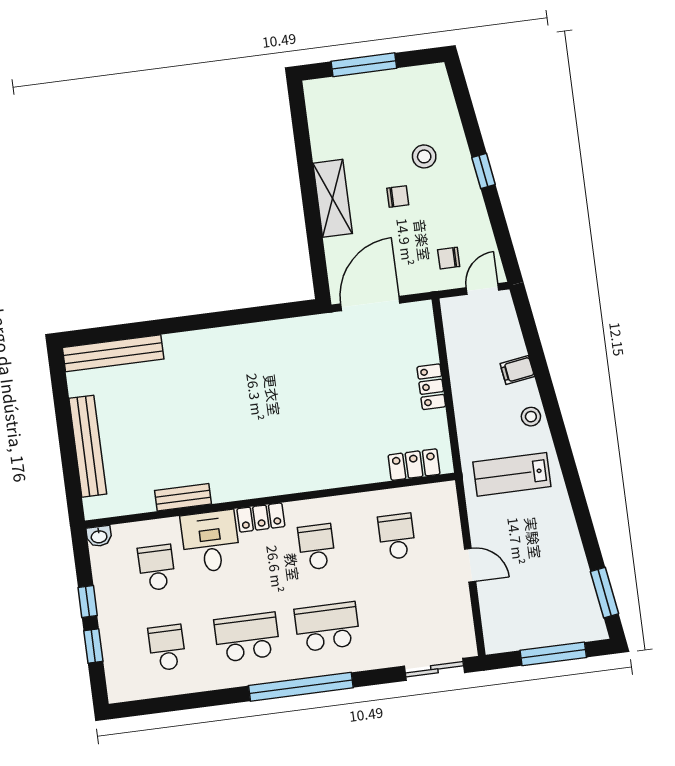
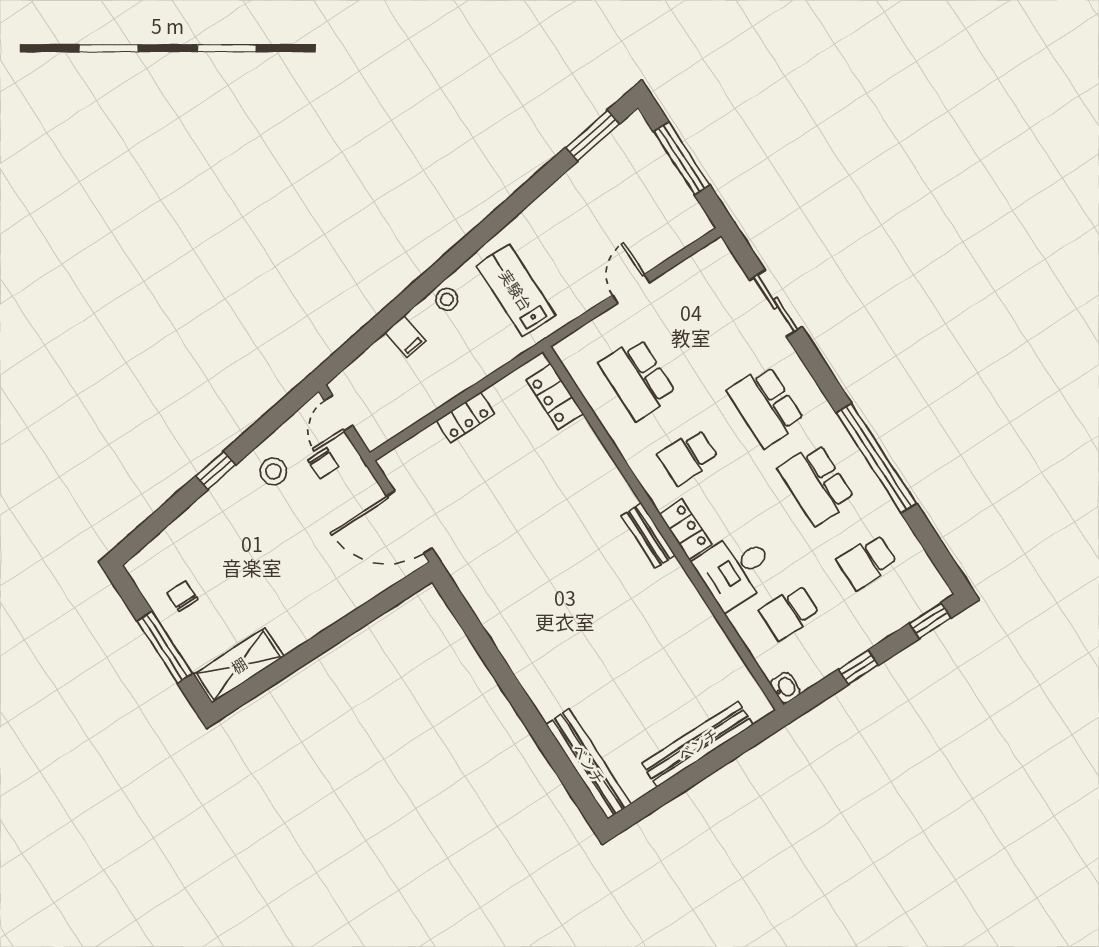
stool: (424, 156) -> (273, 471), moved
chair: (398, 197) -> (182, 596), moved
shelving: (333, 198) -> (239, 665), moved
door: (482, 289) -> (338, 413), hinge flipped
lab bench: (512, 474) -> (516, 290), turned 180
bench: (183, 497) -> (648, 536), moved
school desk: (397, 536) -> (638, 379), width x1.85
window: (93, 646) -> (930, 621), moved
sliding door: (434, 669) -> (776, 303), moved
window: (301, 687) -> (876, 458), moved

